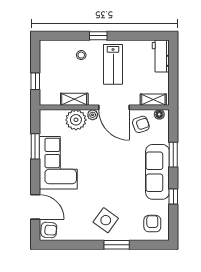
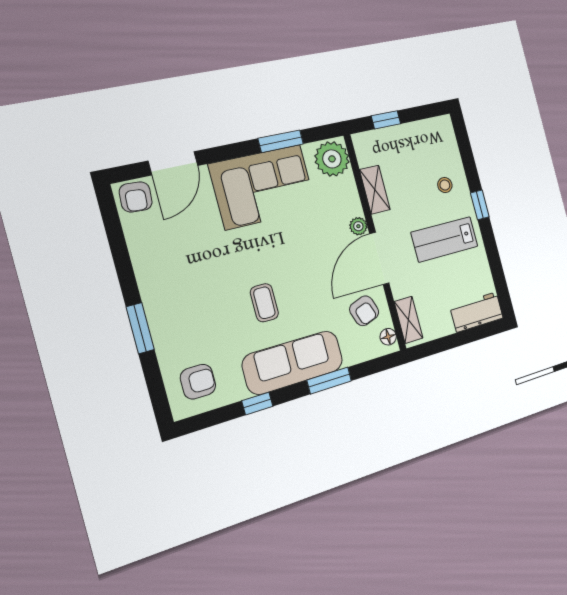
plant: (76, 120) -> (332, 159), moved
coffee table: (121, 179) -> (264, 303), added
side table: (106, 220) -> (182, 296), removed

